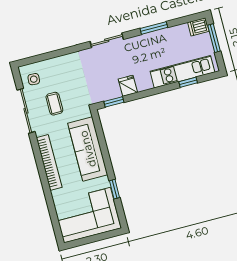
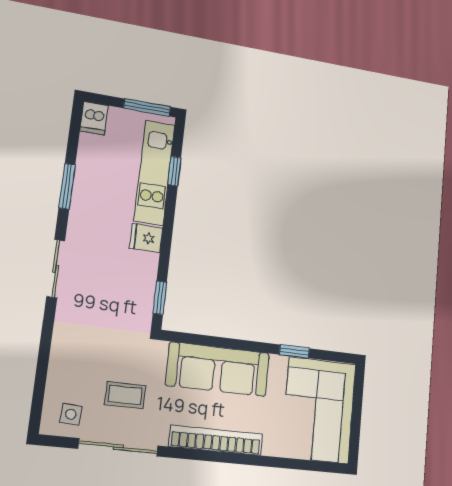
window: (214, 38) -> (147, 108), moved
fridge: (128, 86) -> (146, 238), moved

